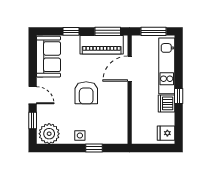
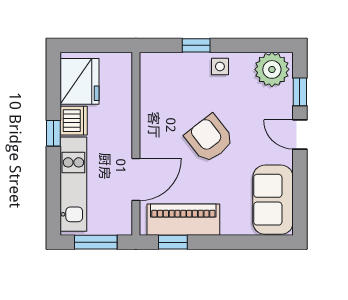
window: (71, 31) -> (235, 242), removed
window: (108, 31) -> (173, 242), width x0.67
armchair: (86, 93) -> (209, 139), turned -38
fridge: (166, 133) -> (80, 81), width x1.88, depth x1.34

